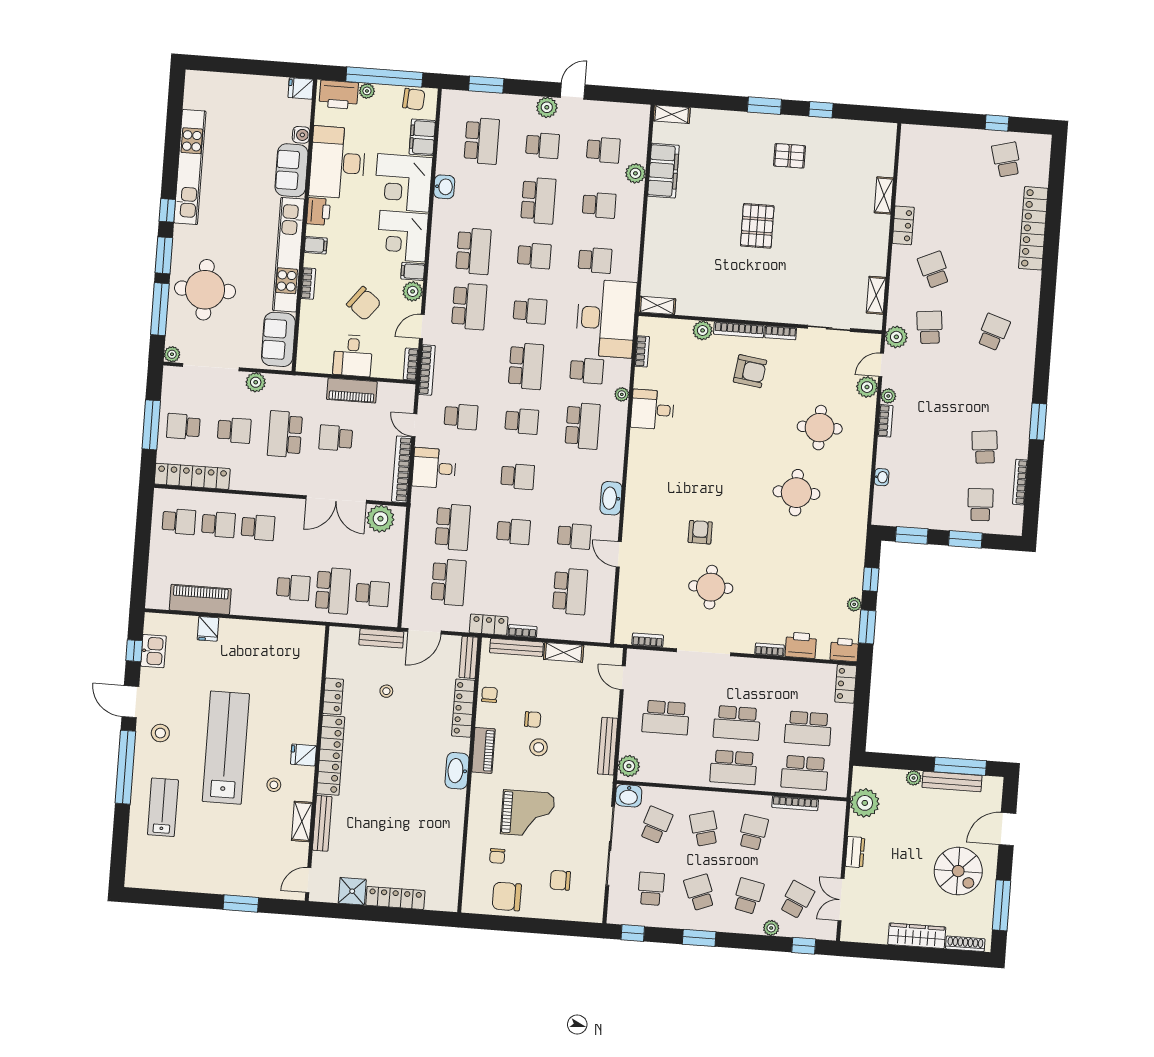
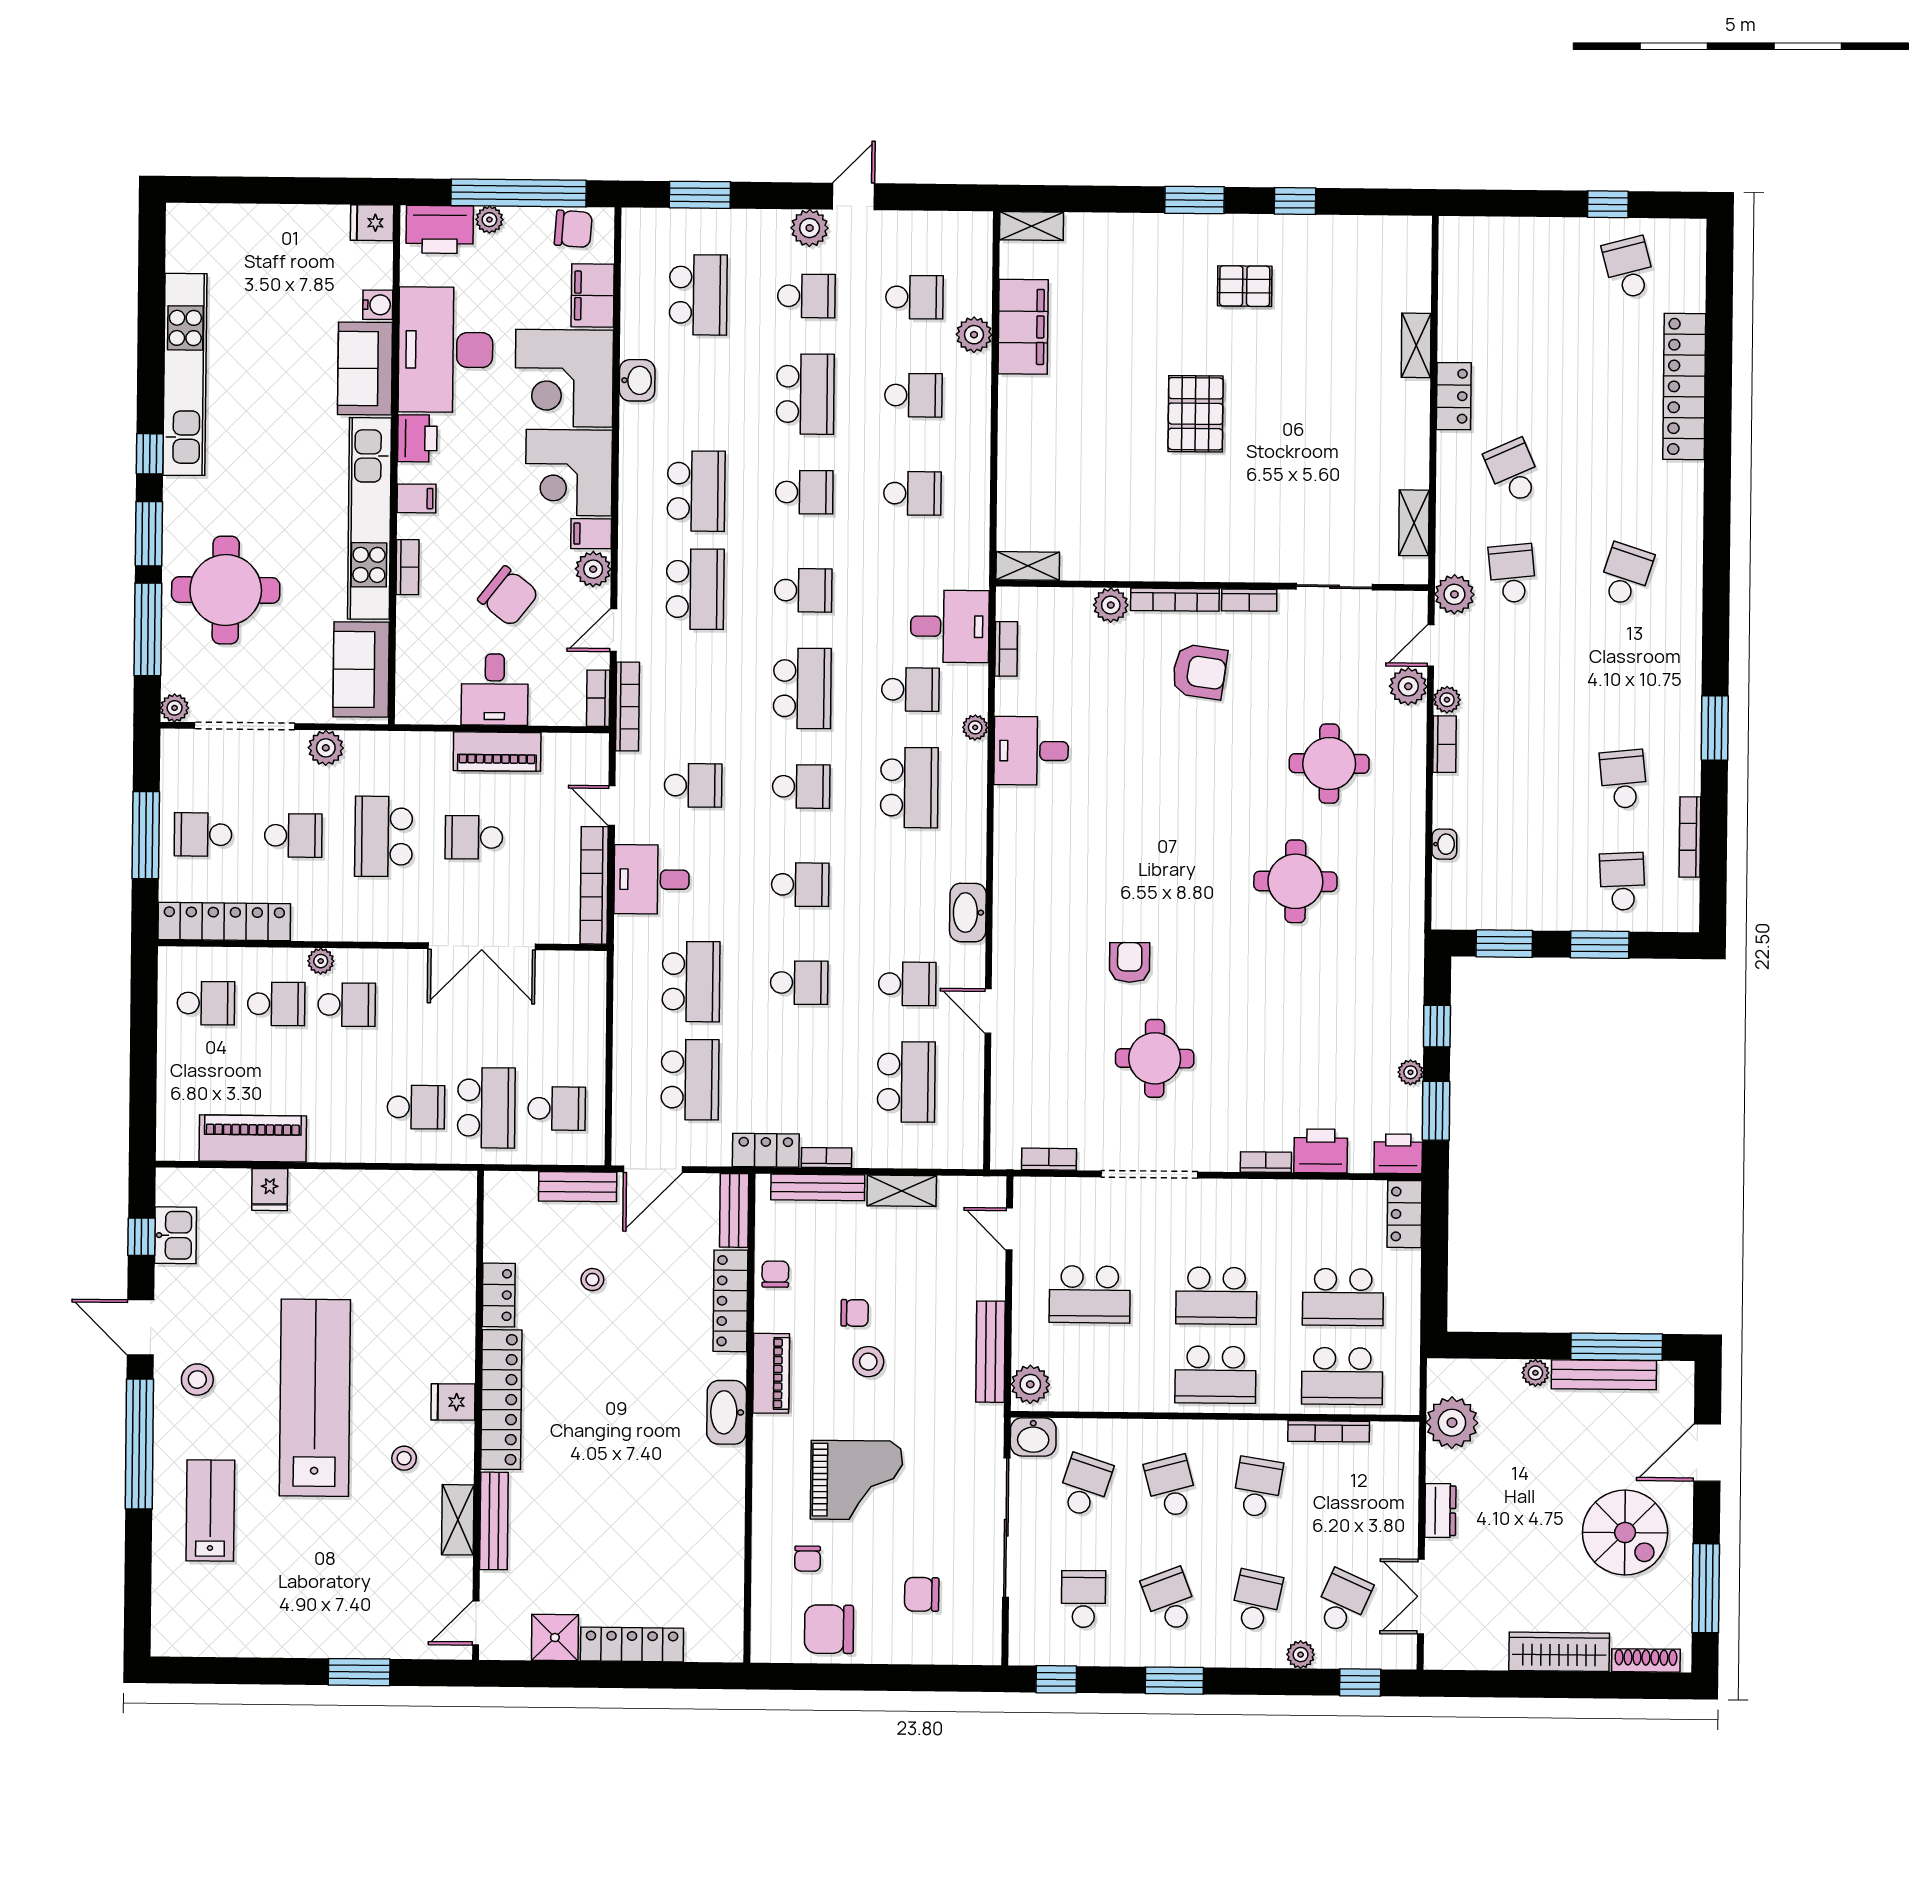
desk: (606, 318) -> (950, 626), width x0.53, depth x0.77
plant: (380, 519) -> (321, 961), moved, width x0.53, depth x0.53

